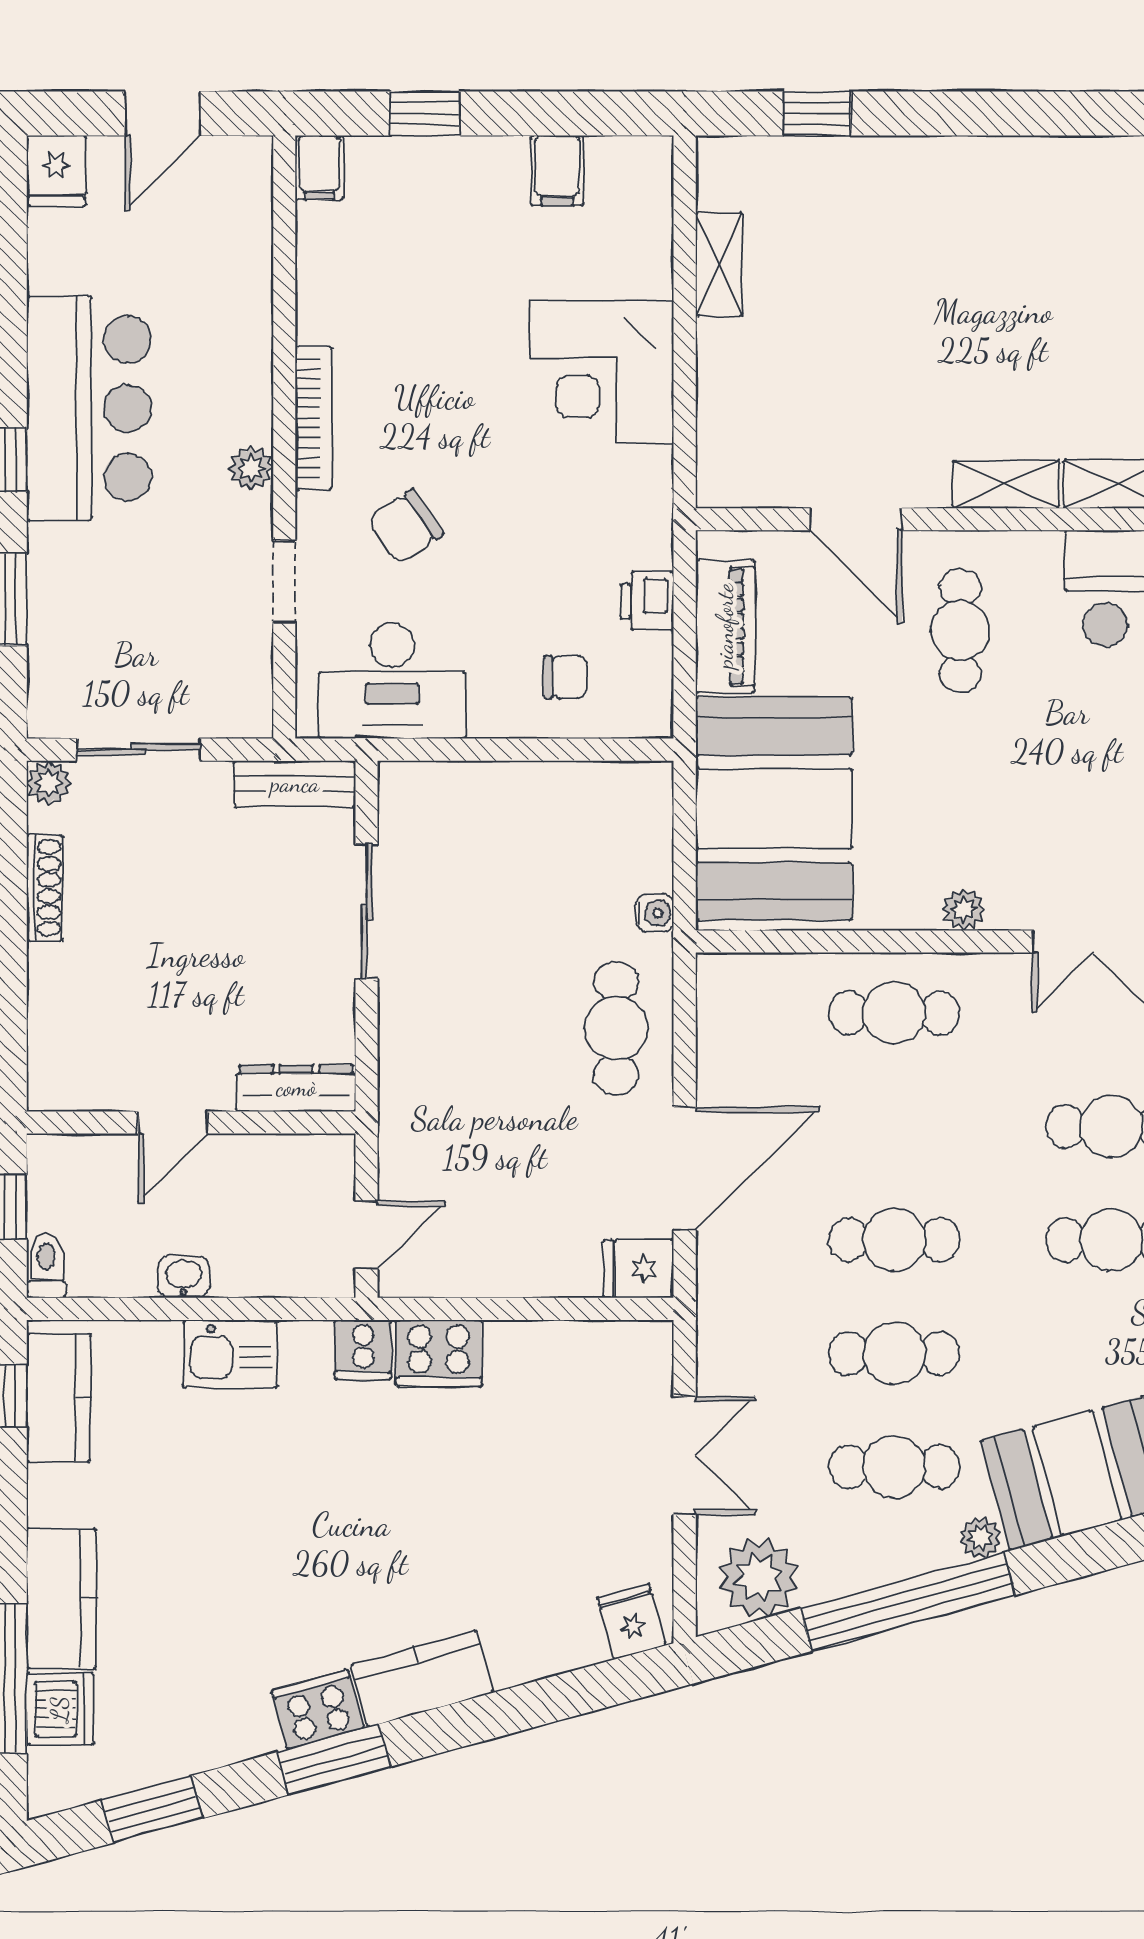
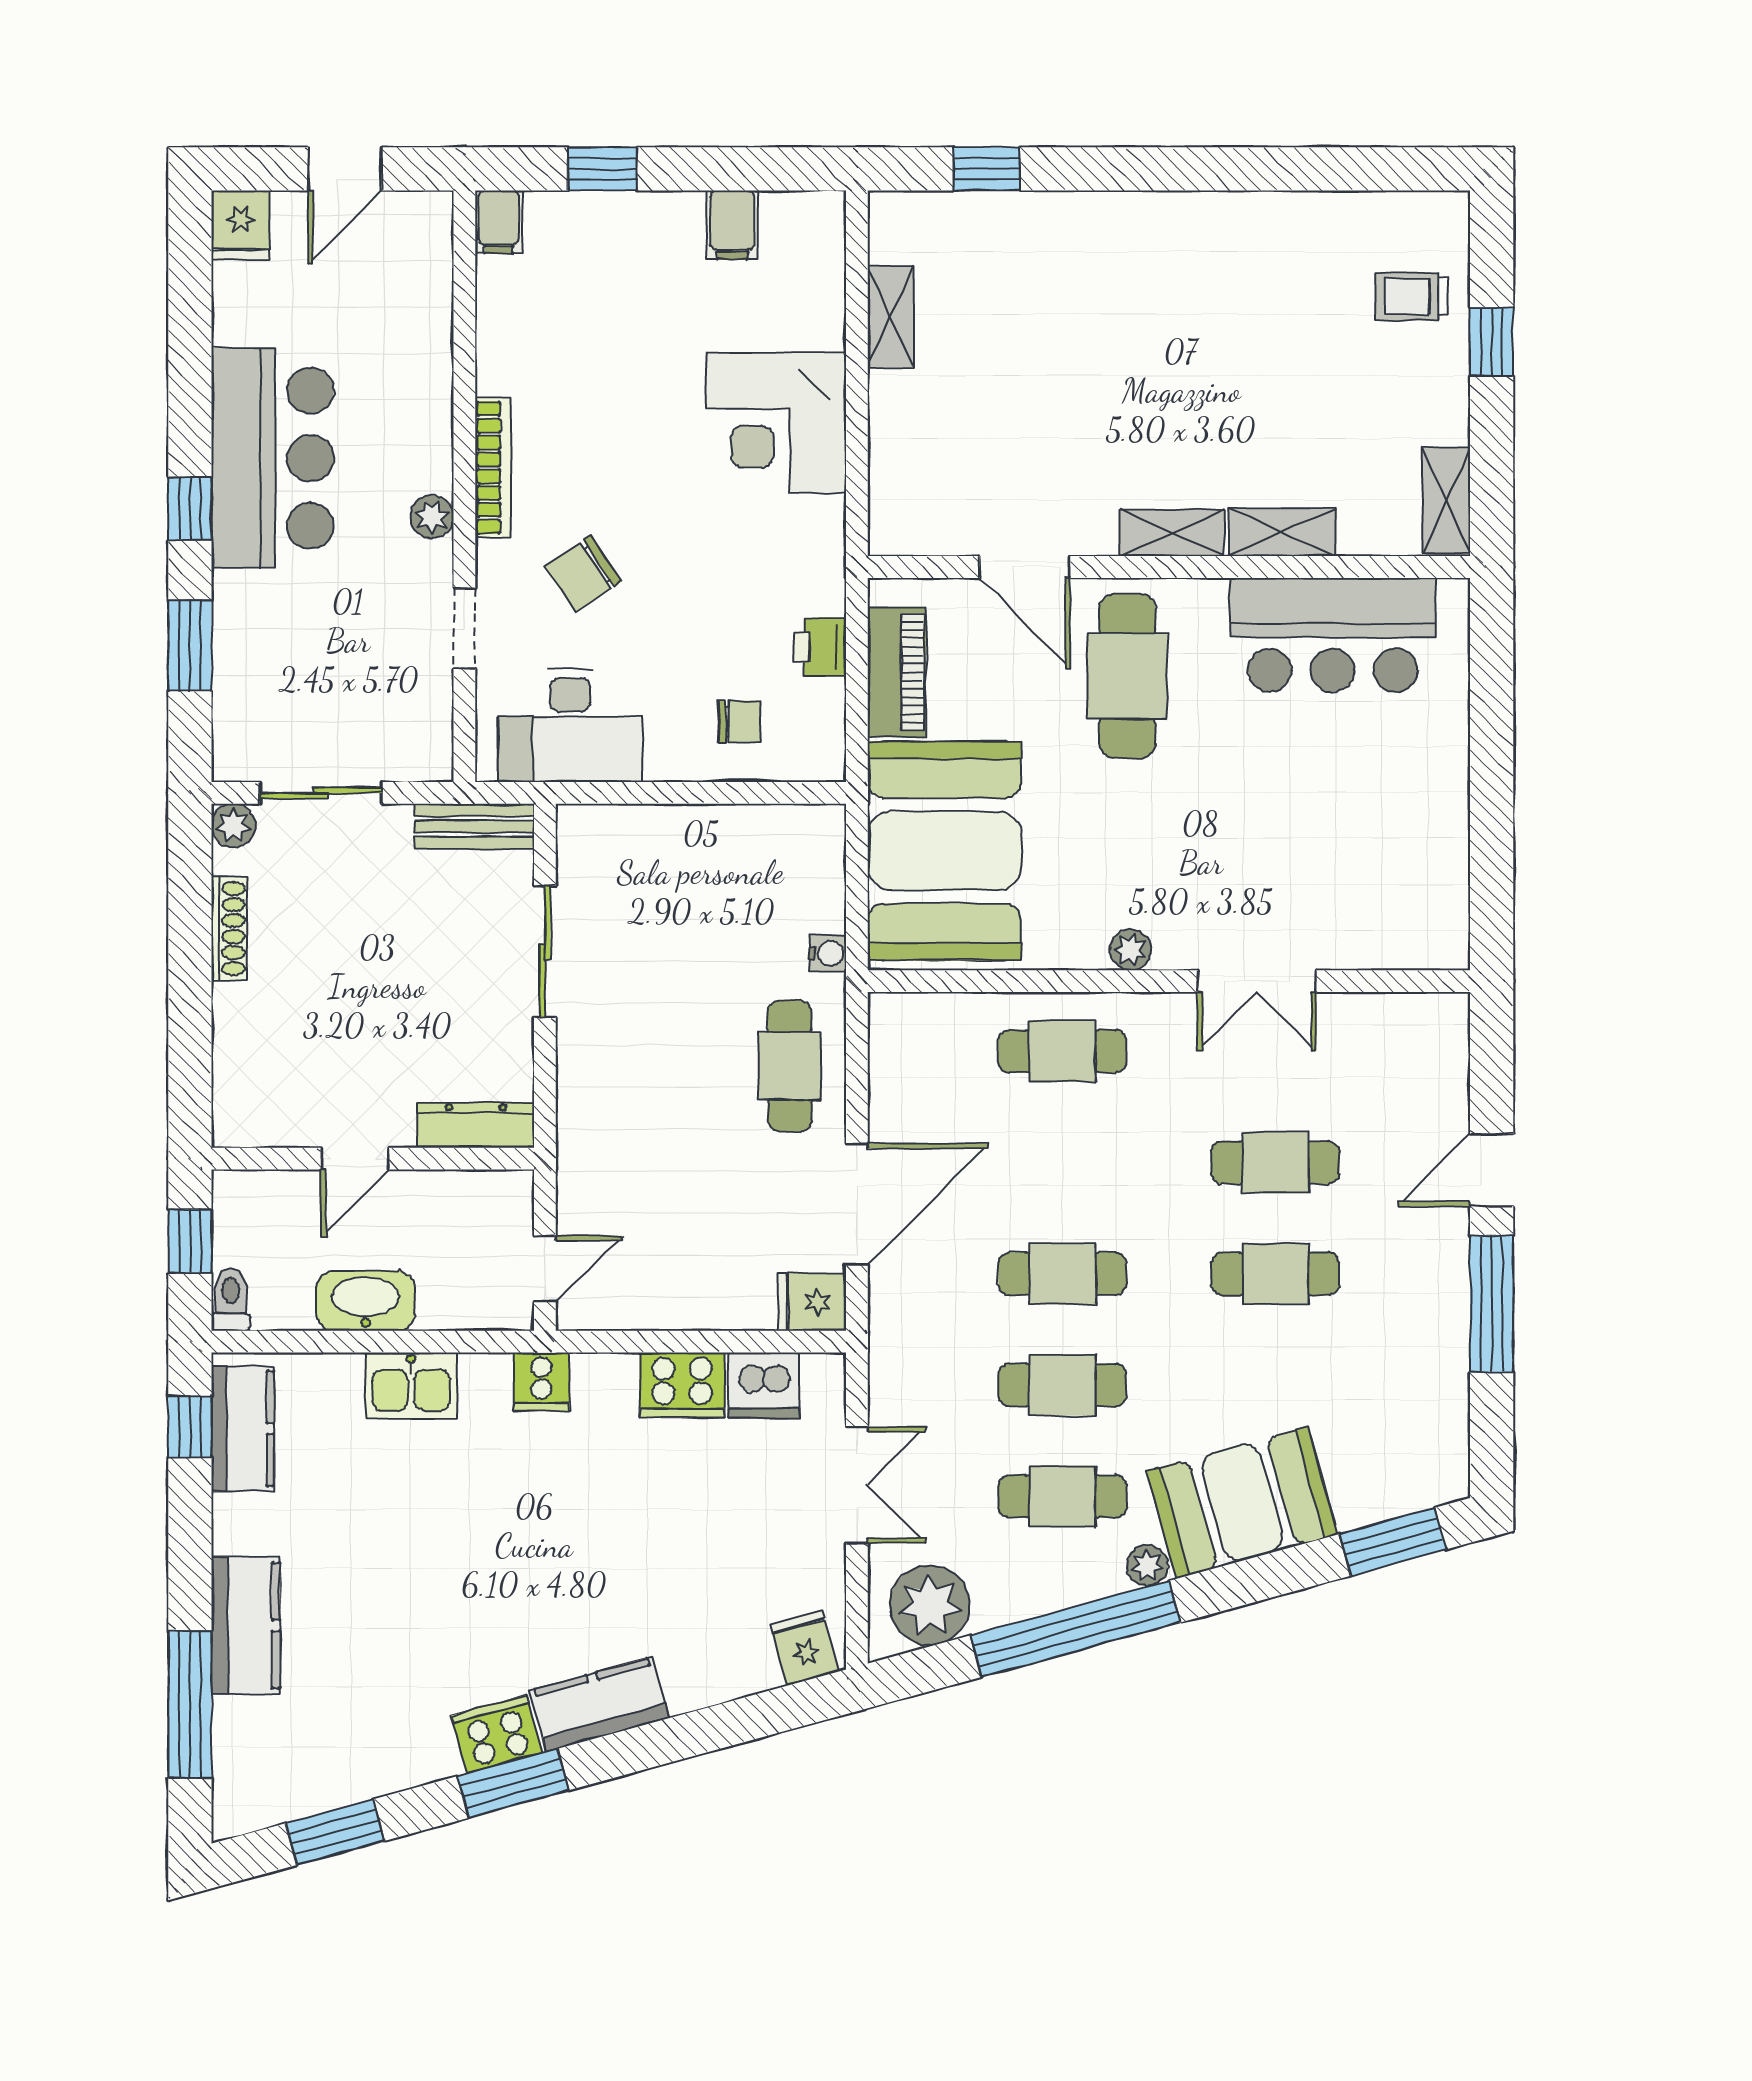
cafe table: (960, 630) -> (1127, 676), width x1.37, depth x1.35
washbasin: (184, 1277) -> (366, 1301), width x1.91, depth x1.45
cooker: (439, 1353) -> (682, 1385), moved
dishwasher: (60, 1709) -> (764, 1385), moved, turned 90

